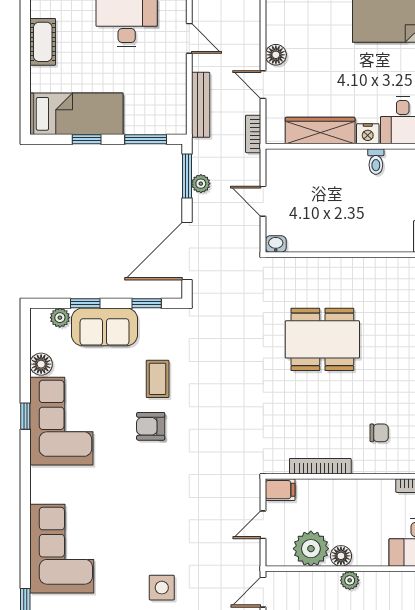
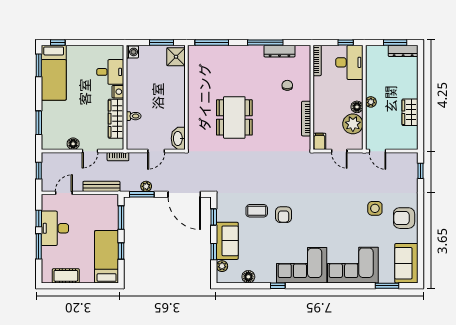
toilet: (376, 162) -> (134, 116), moved
washbasin: (276, 244) -> (178, 138), width x1.91, depth x1.45
corner sofa: (61, 421) -> (302, 265), moved

